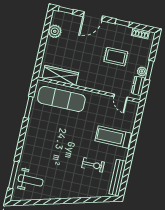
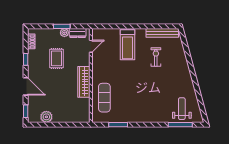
wardrobe: (60, 75) -> (84, 82), moved
exercise mat: (61, 99) -> (104, 98), width x0.73, depth x0.69

